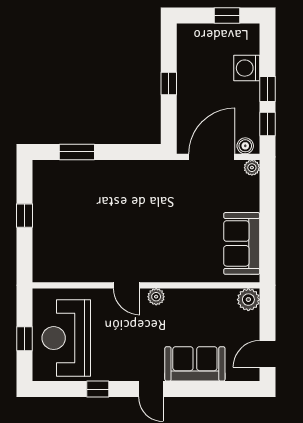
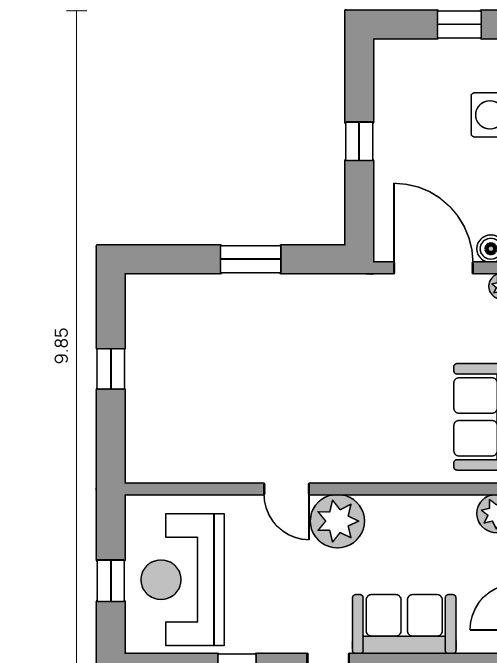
window: (77, 152) -> (251, 259), moved
door: (212, 157) -> (433, 268), hinge flipped
plant: (156, 297) -> (337, 521), width x1.88, depth x1.88

